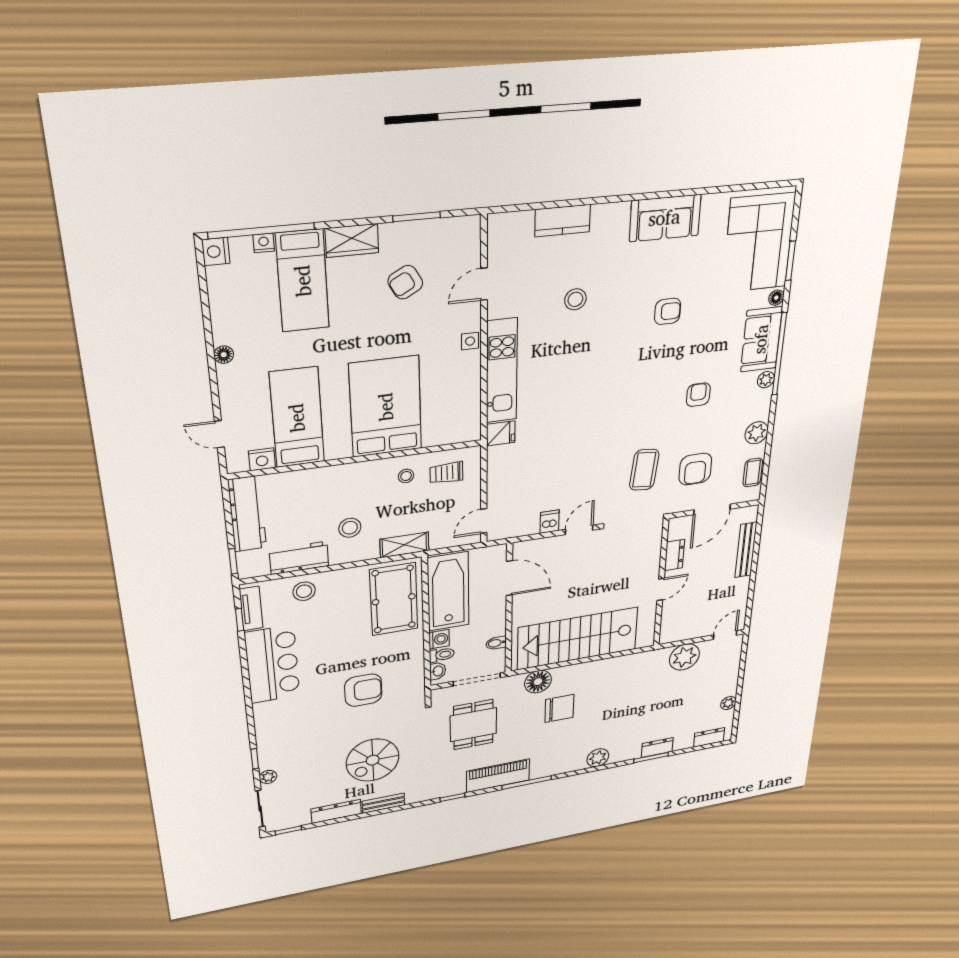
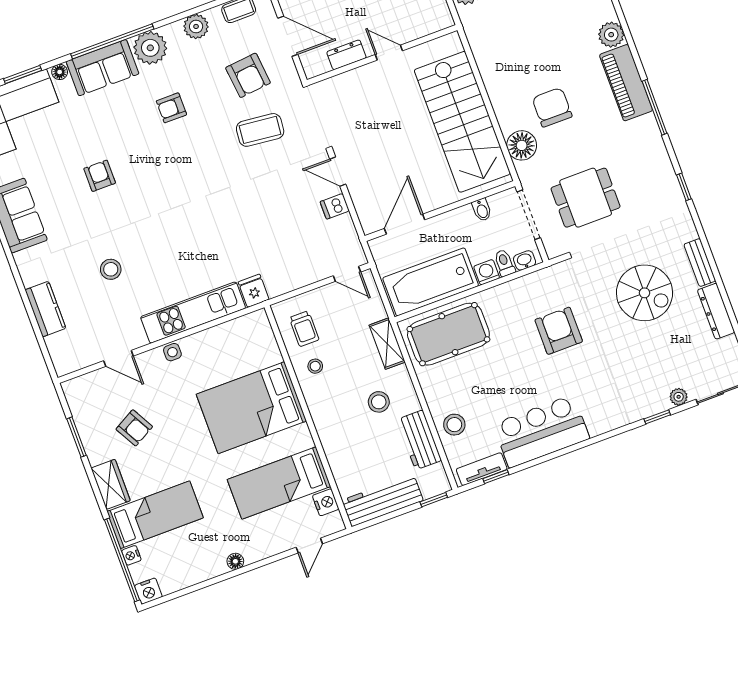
plant: (766, 380) -> (150, 48), width x1.87, depth x1.87
armchair: (695, 469) -> (248, 75), turned 84
piano: (498, 776) -> (626, 83), moved

